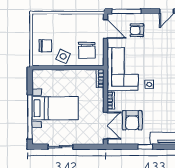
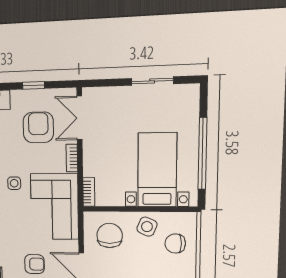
bed with nightstands: (55, 108) -> (157, 170), moved, turned 90
window: (30, 117) -> (202, 154), moved
window: (145, 147) -> (33, 85), moved

